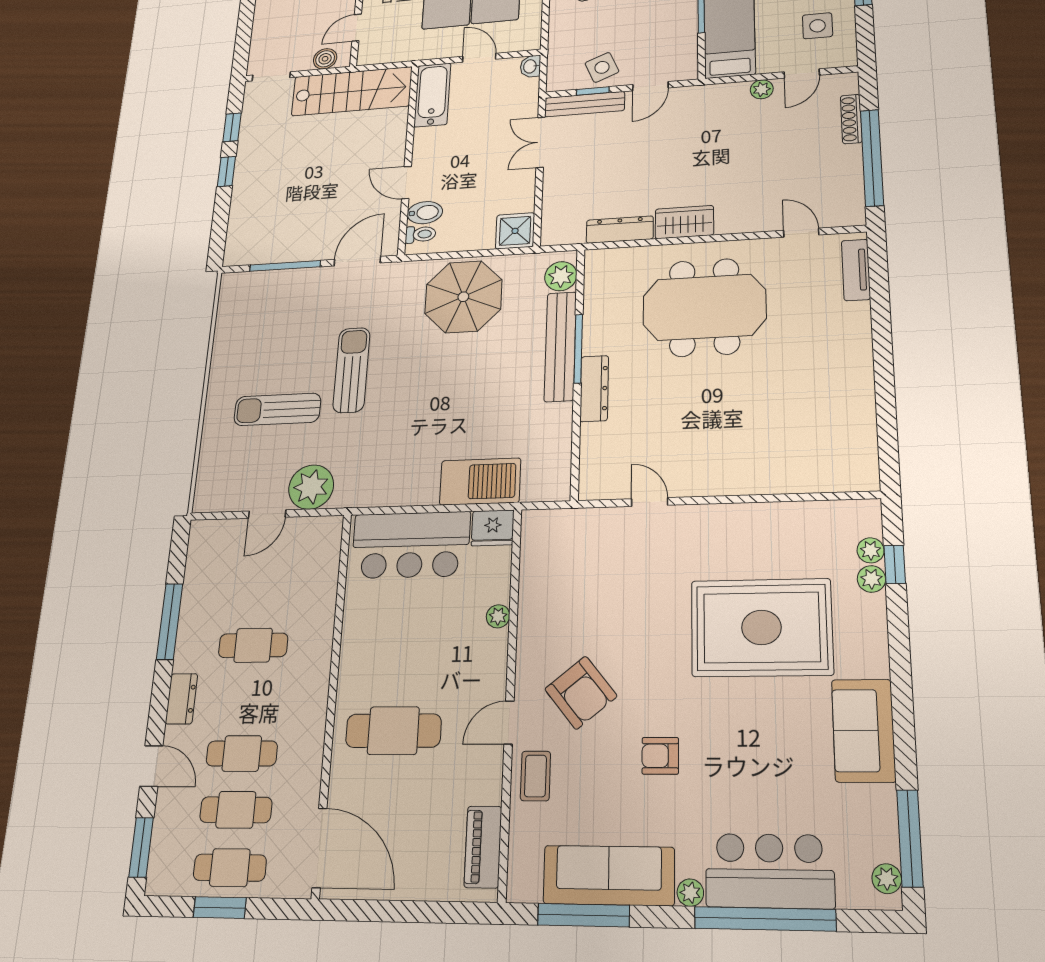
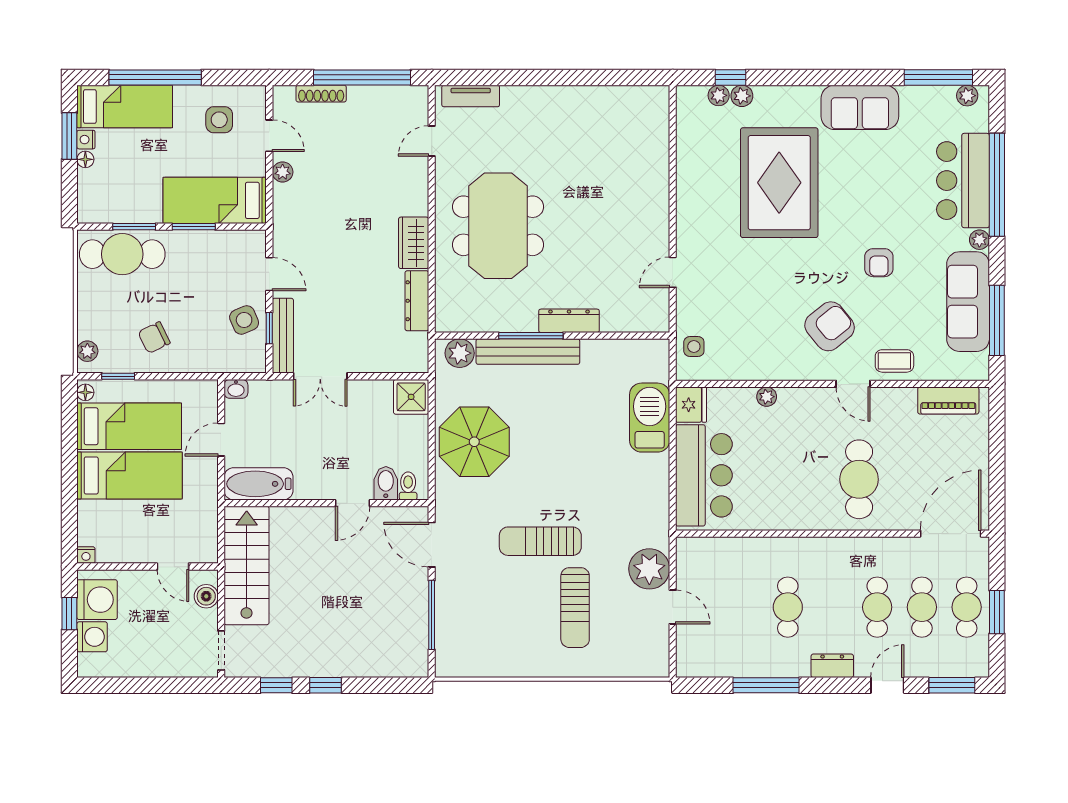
side table: (561, 529) -> (694, 347), added

